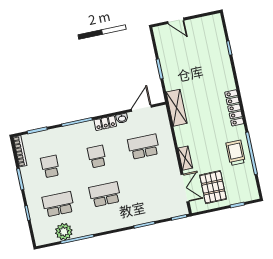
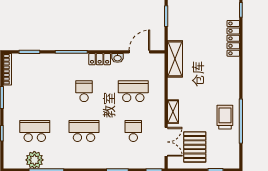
locker: (234, 108) -> (233, 38), moved
school desk: (50, 166) -> (133, 131), moved

